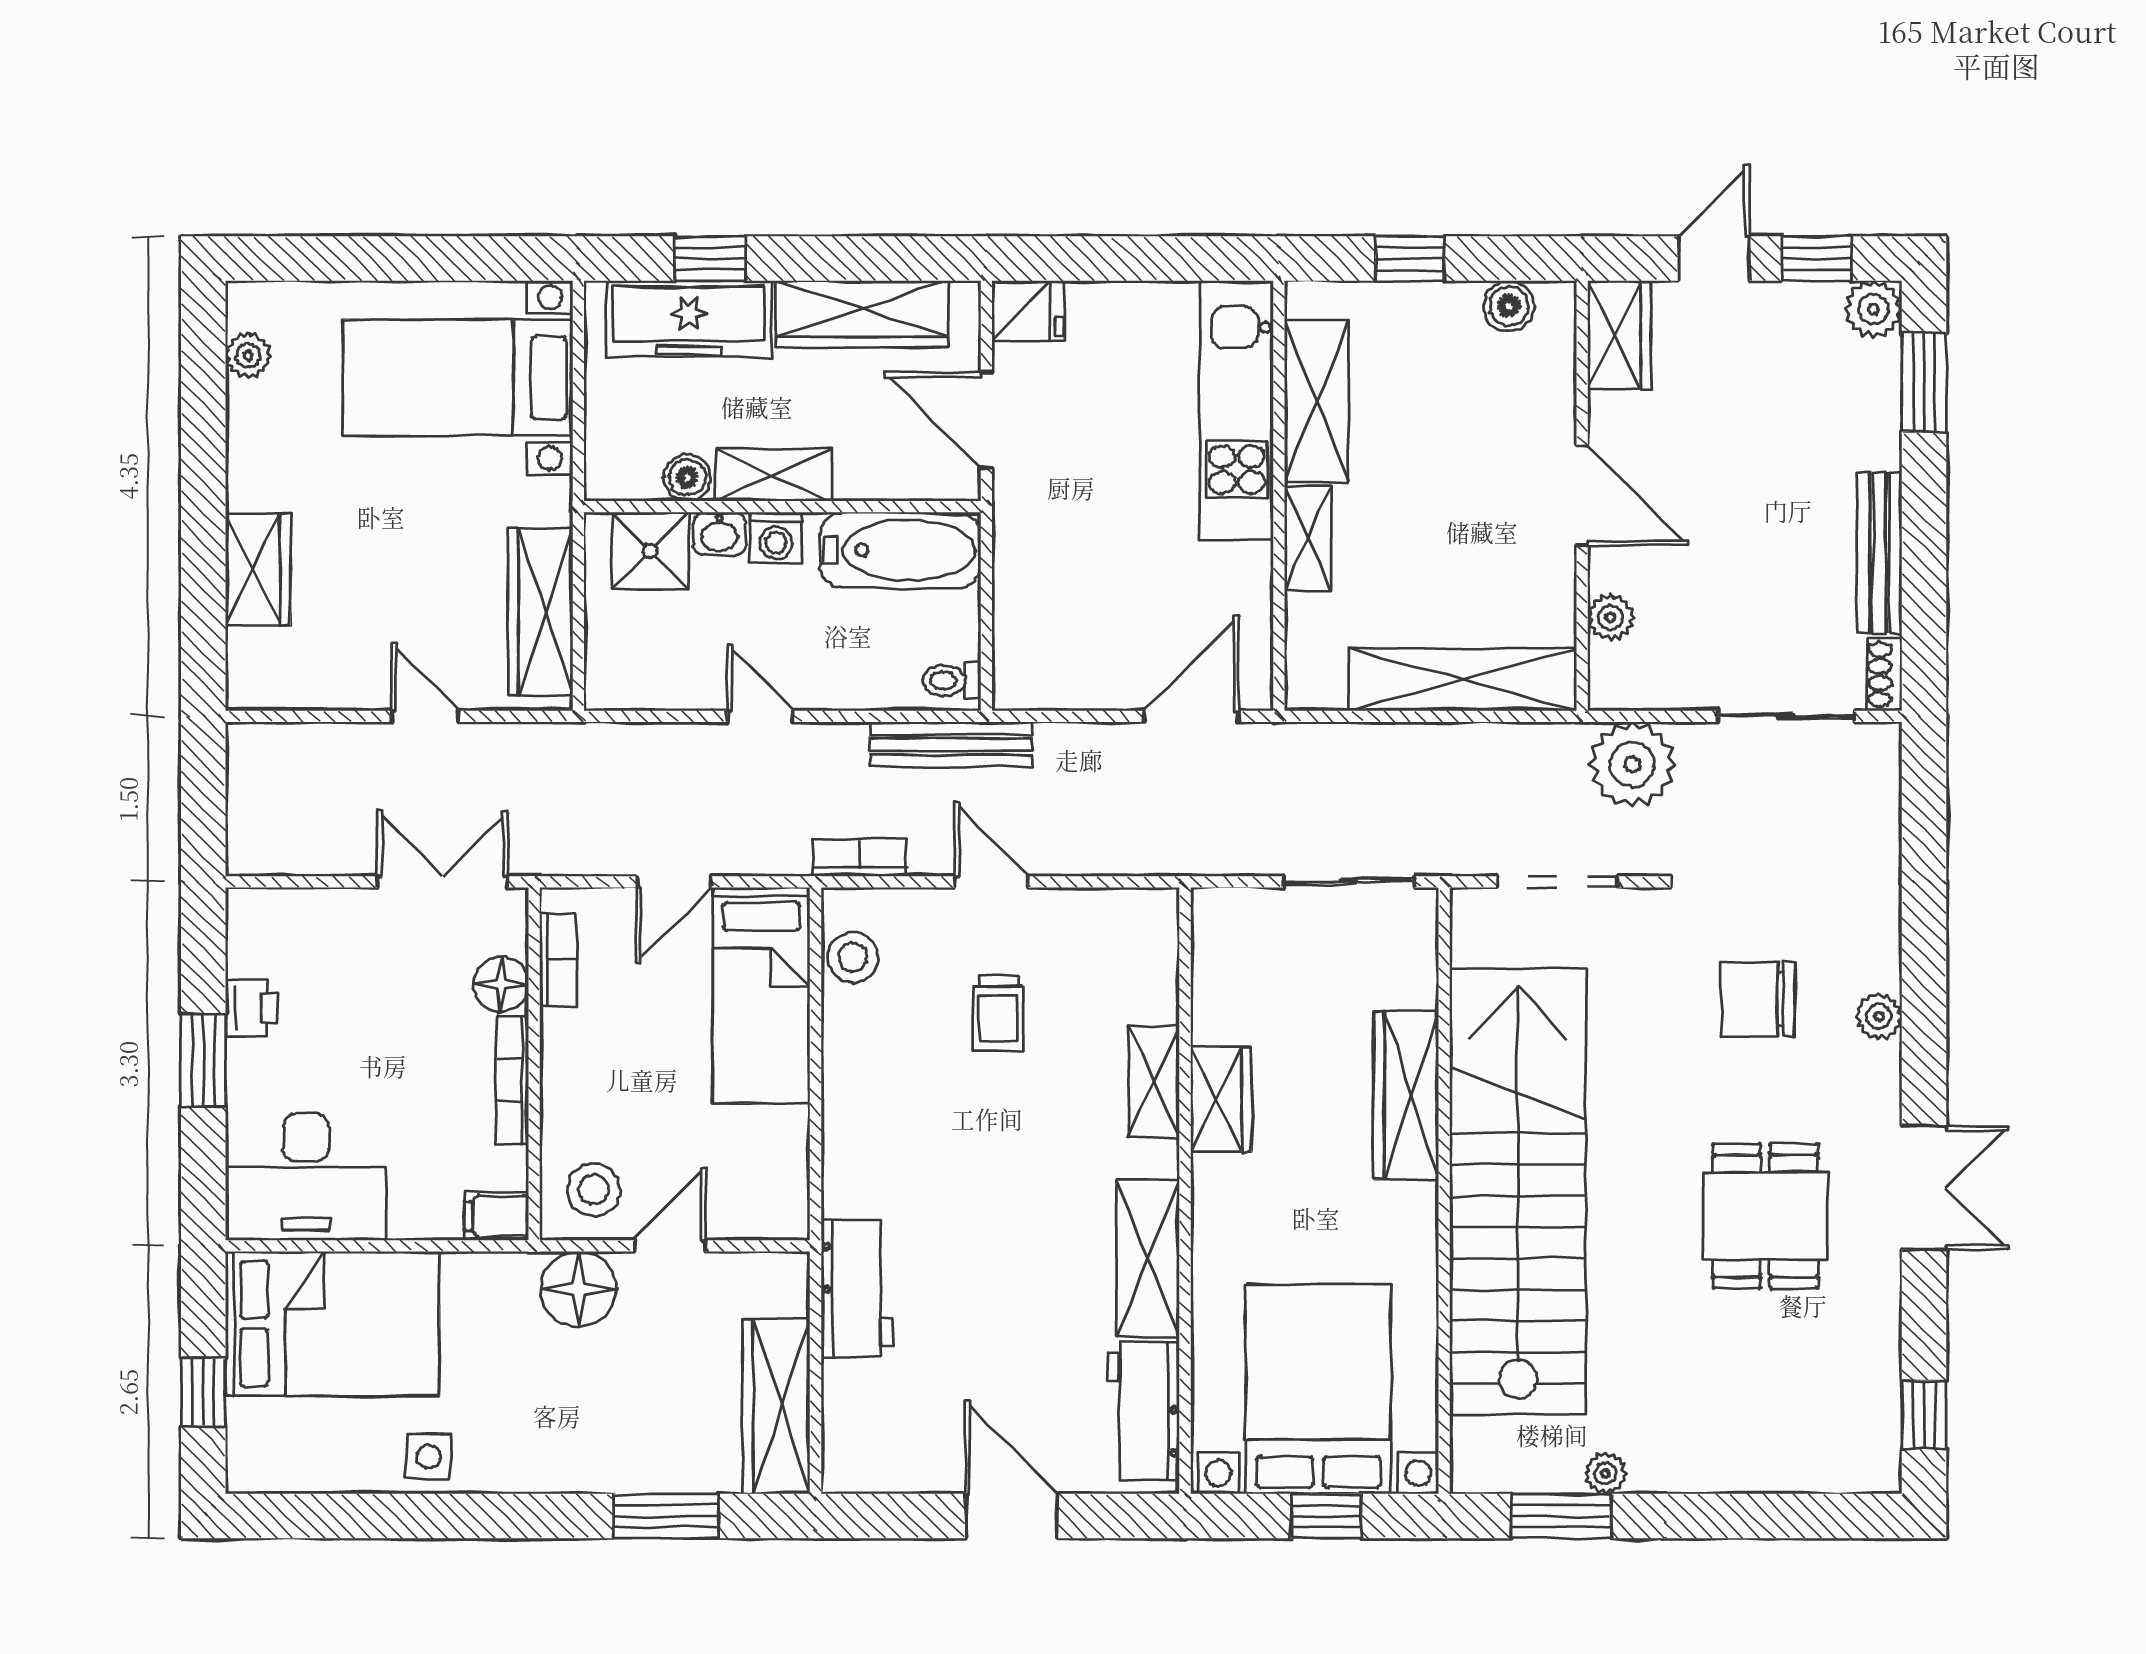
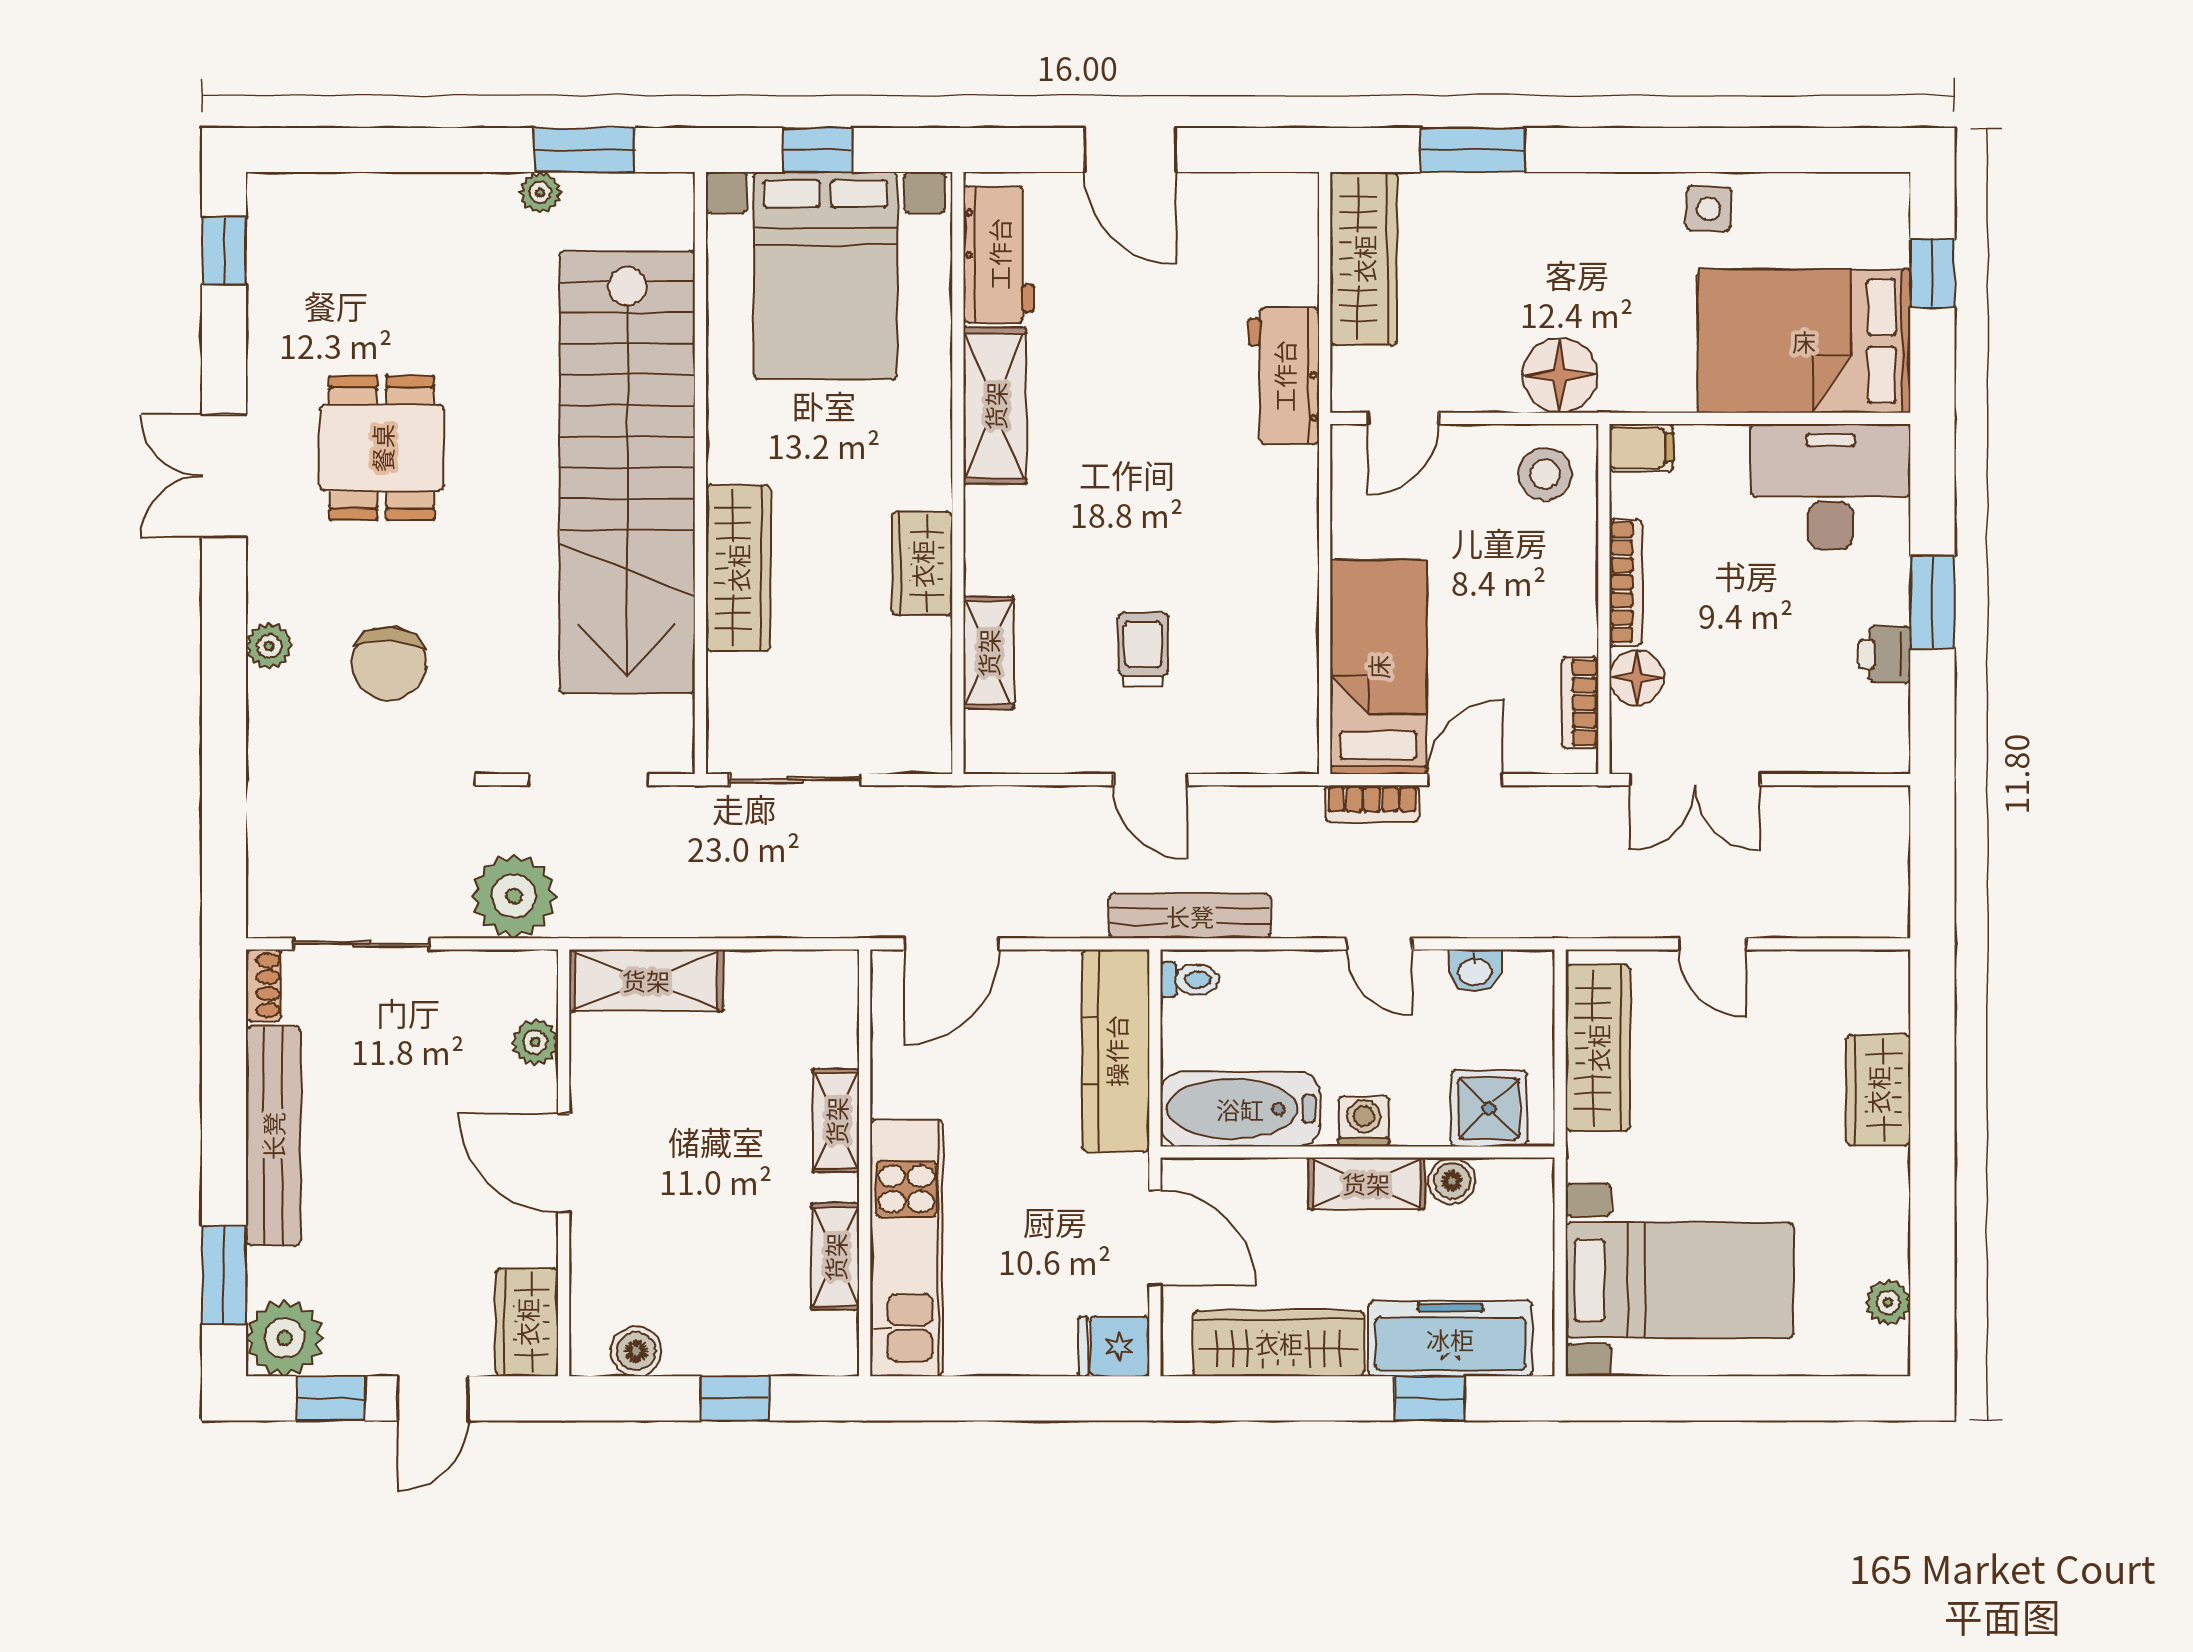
plant: (1873, 309) -> (285, 1338), width x1.36, depth x1.36
shelving: (1317, 401) -> (835, 1257), width x0.67, depth x0.75
washbasin: (720, 534) -> (1475, 971), moved, turned 180
bench: (1879, 553) -> (273, 1136), width x1.37, depth x1.21
kitchen counter: (1026, 609) -> (1116, 1051), added
shelving: (1462, 680) -> (646, 980), width x0.68
bookcase: (859, 857) -> (1372, 804), moved
stool: (853, 957) -> (1287, 705), removed
chair: (1758, 999) -> (389, 663), turned 94
shelving: (1154, 1082) -> (988, 653), moved
door: (670, 1246) -> (1403, 418), moved

